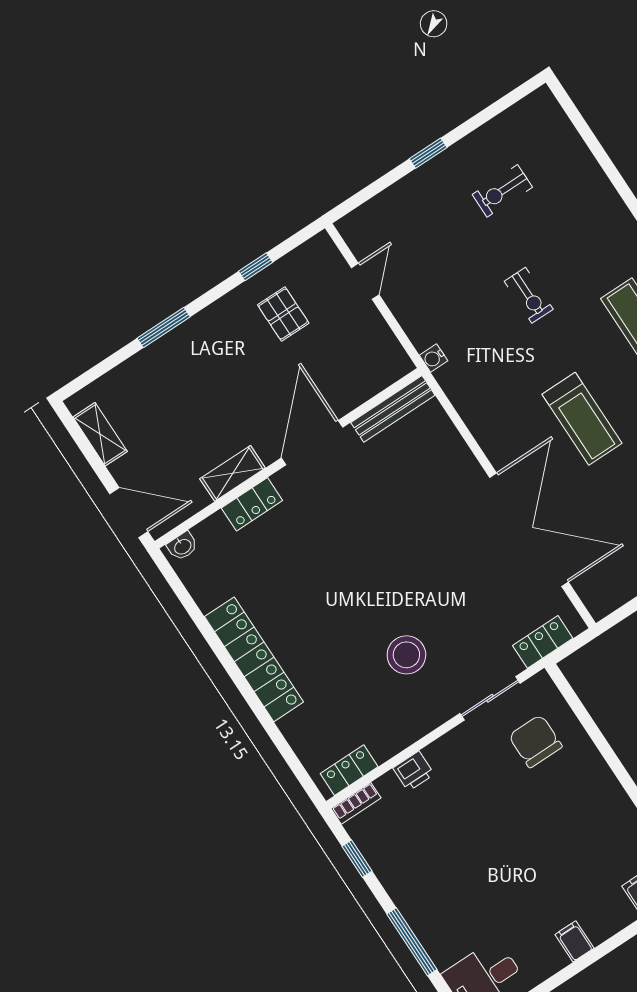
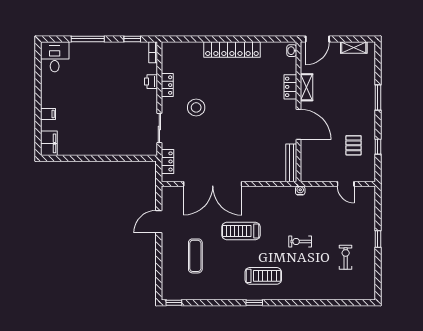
pallet: (283, 314) -> (354, 145), turned 90
chair: (535, 741) -> (132, 134), removed
locker: (349, 770) -> (167, 85), moved
filing cabinet: (574, 941) -> (48, 114), moved

